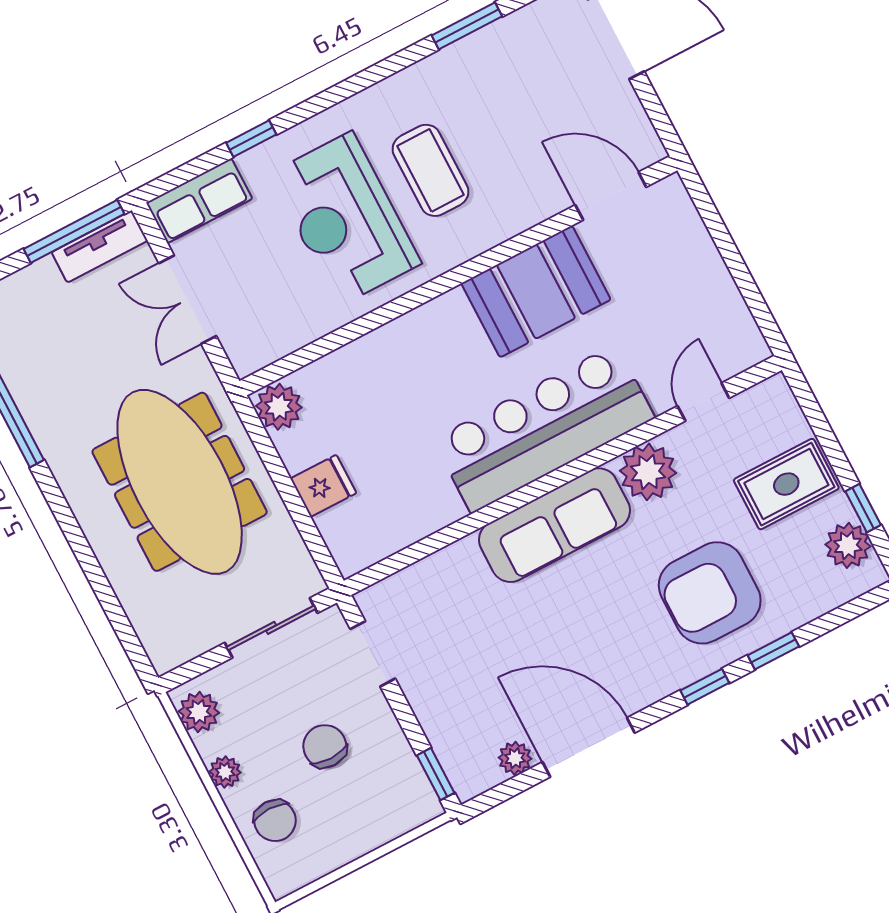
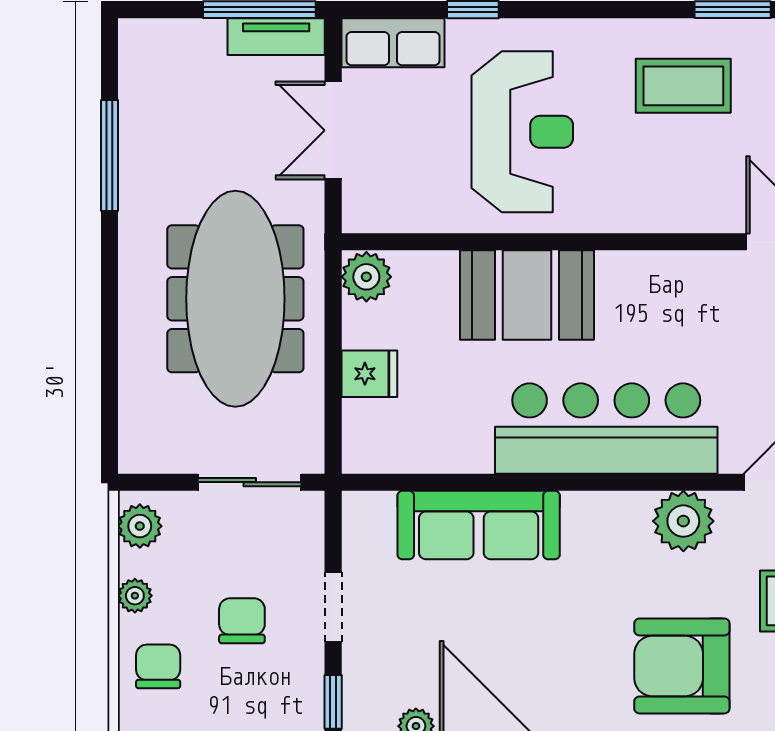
coffee table: (431, 170) -> (683, 86), moved, turned 90
reception desk: (345, 219) -> (522, 132), turned 180
booth: (536, 291) -> (527, 295), moved
sofa: (554, 525) -> (479, 525), moved
doorway: (373, 654) -> (333, 607), moved
chair: (275, 821) -> (158, 666), turned 180

